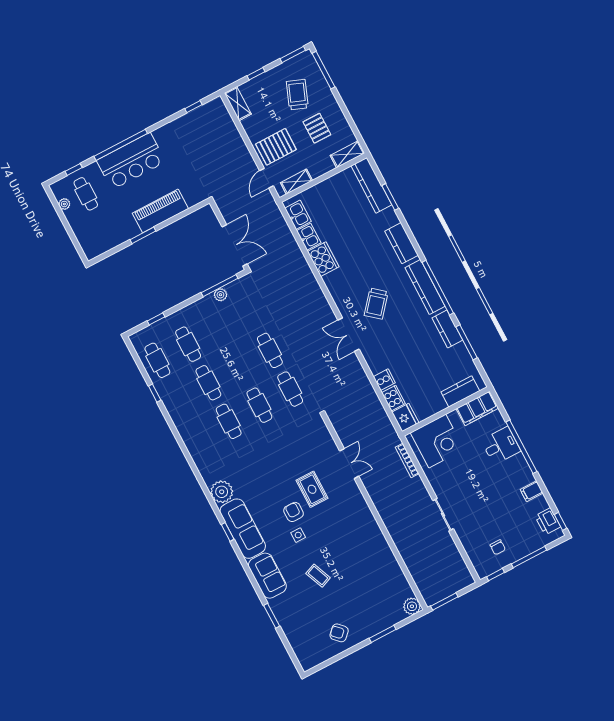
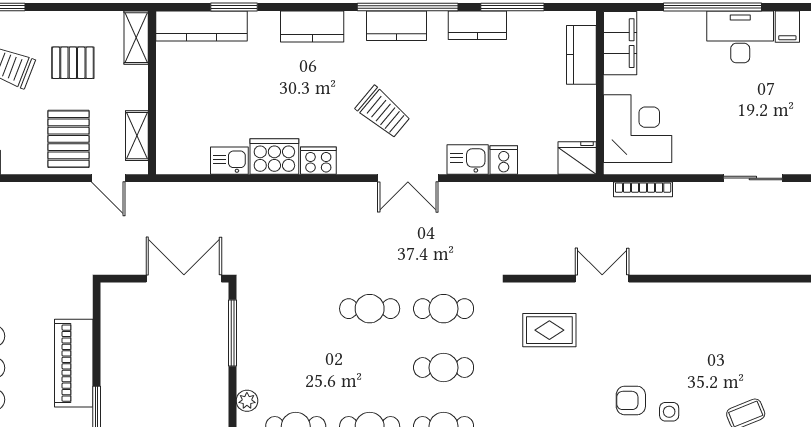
kitchen sink: (298, 215) -> (468, 159), moved
kitchen counter: (425, 287) -> (396, 26), width x0.67
plant: (220, 295) -> (247, 401), moved
cooker: (393, 398) -> (318, 161), moved
desk: (501, 446) -> (740, 37), moved, width x1.37
rug: (312, 489) -> (549, 330), moved

